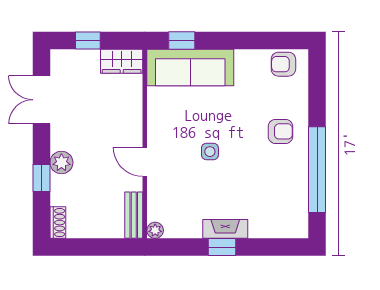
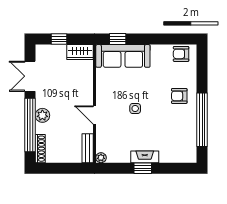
armchair: (280, 131) -> (179, 96), turned 180
window: (41, 178) -> (30, 125), width x3.17
shoe rack: (58, 223) -> (40, 149), width x1.43

